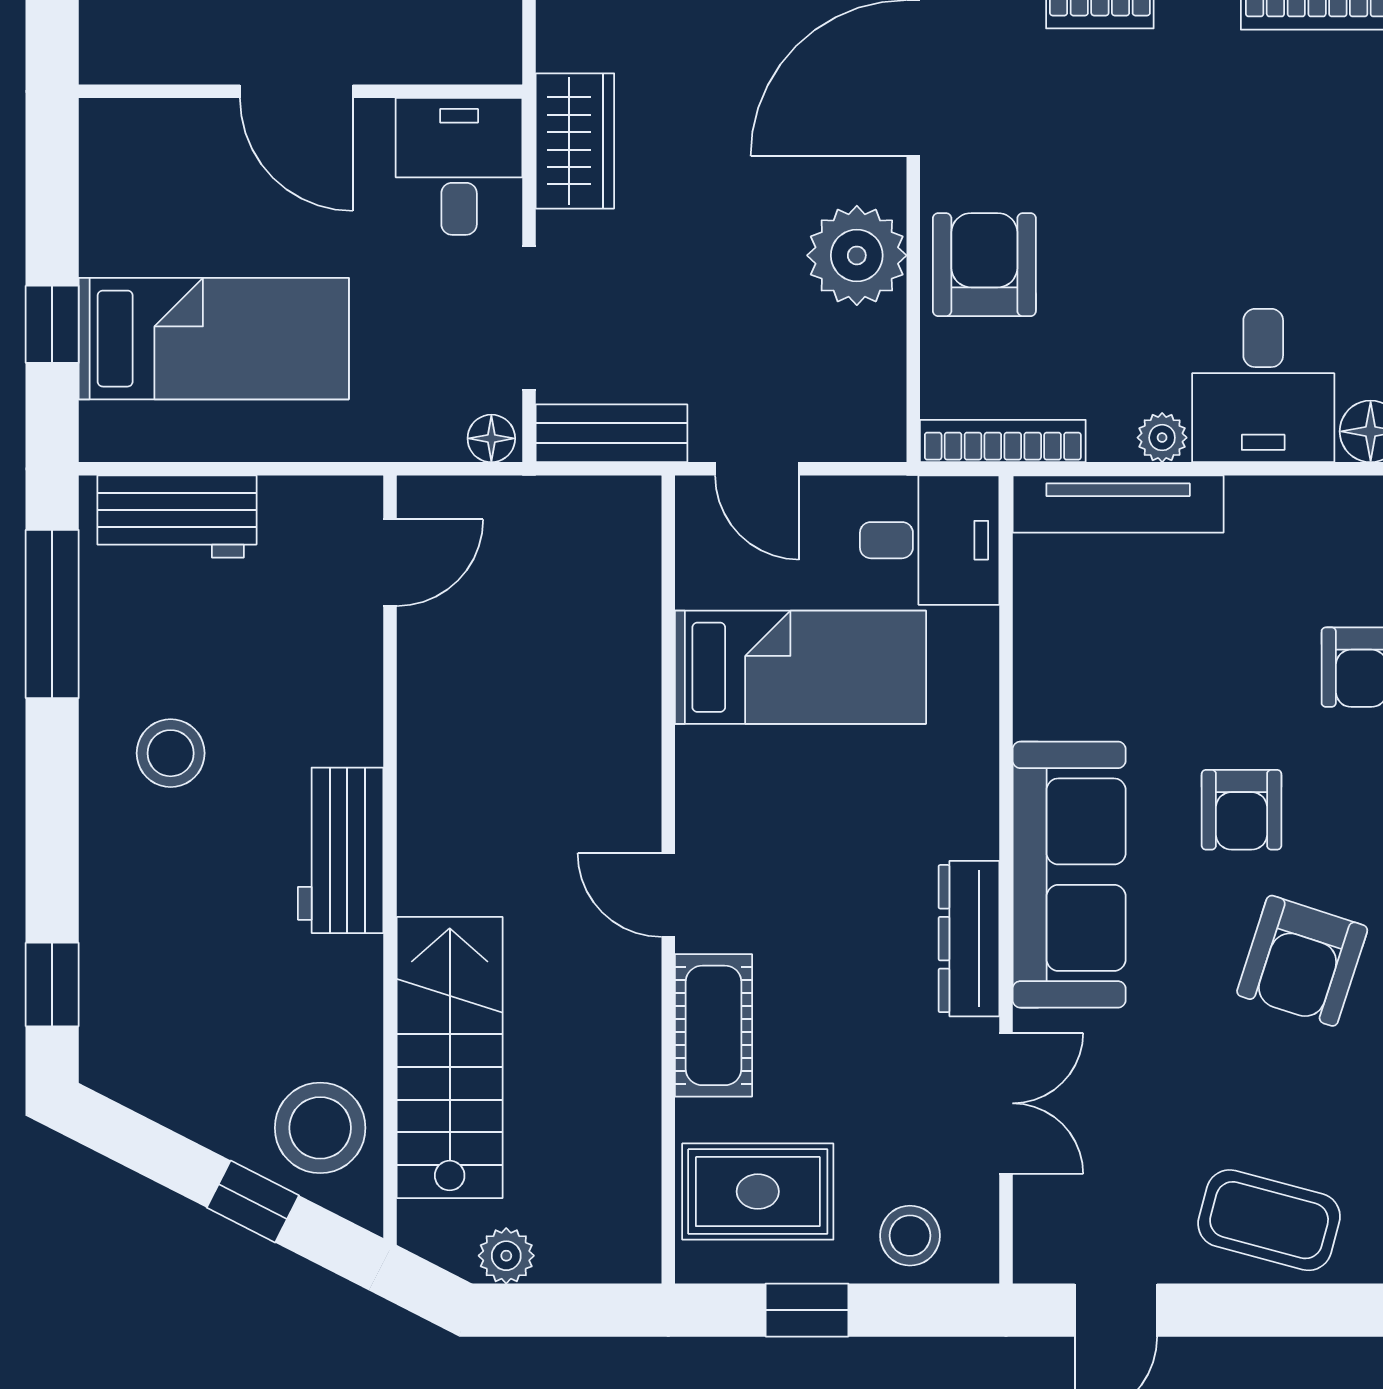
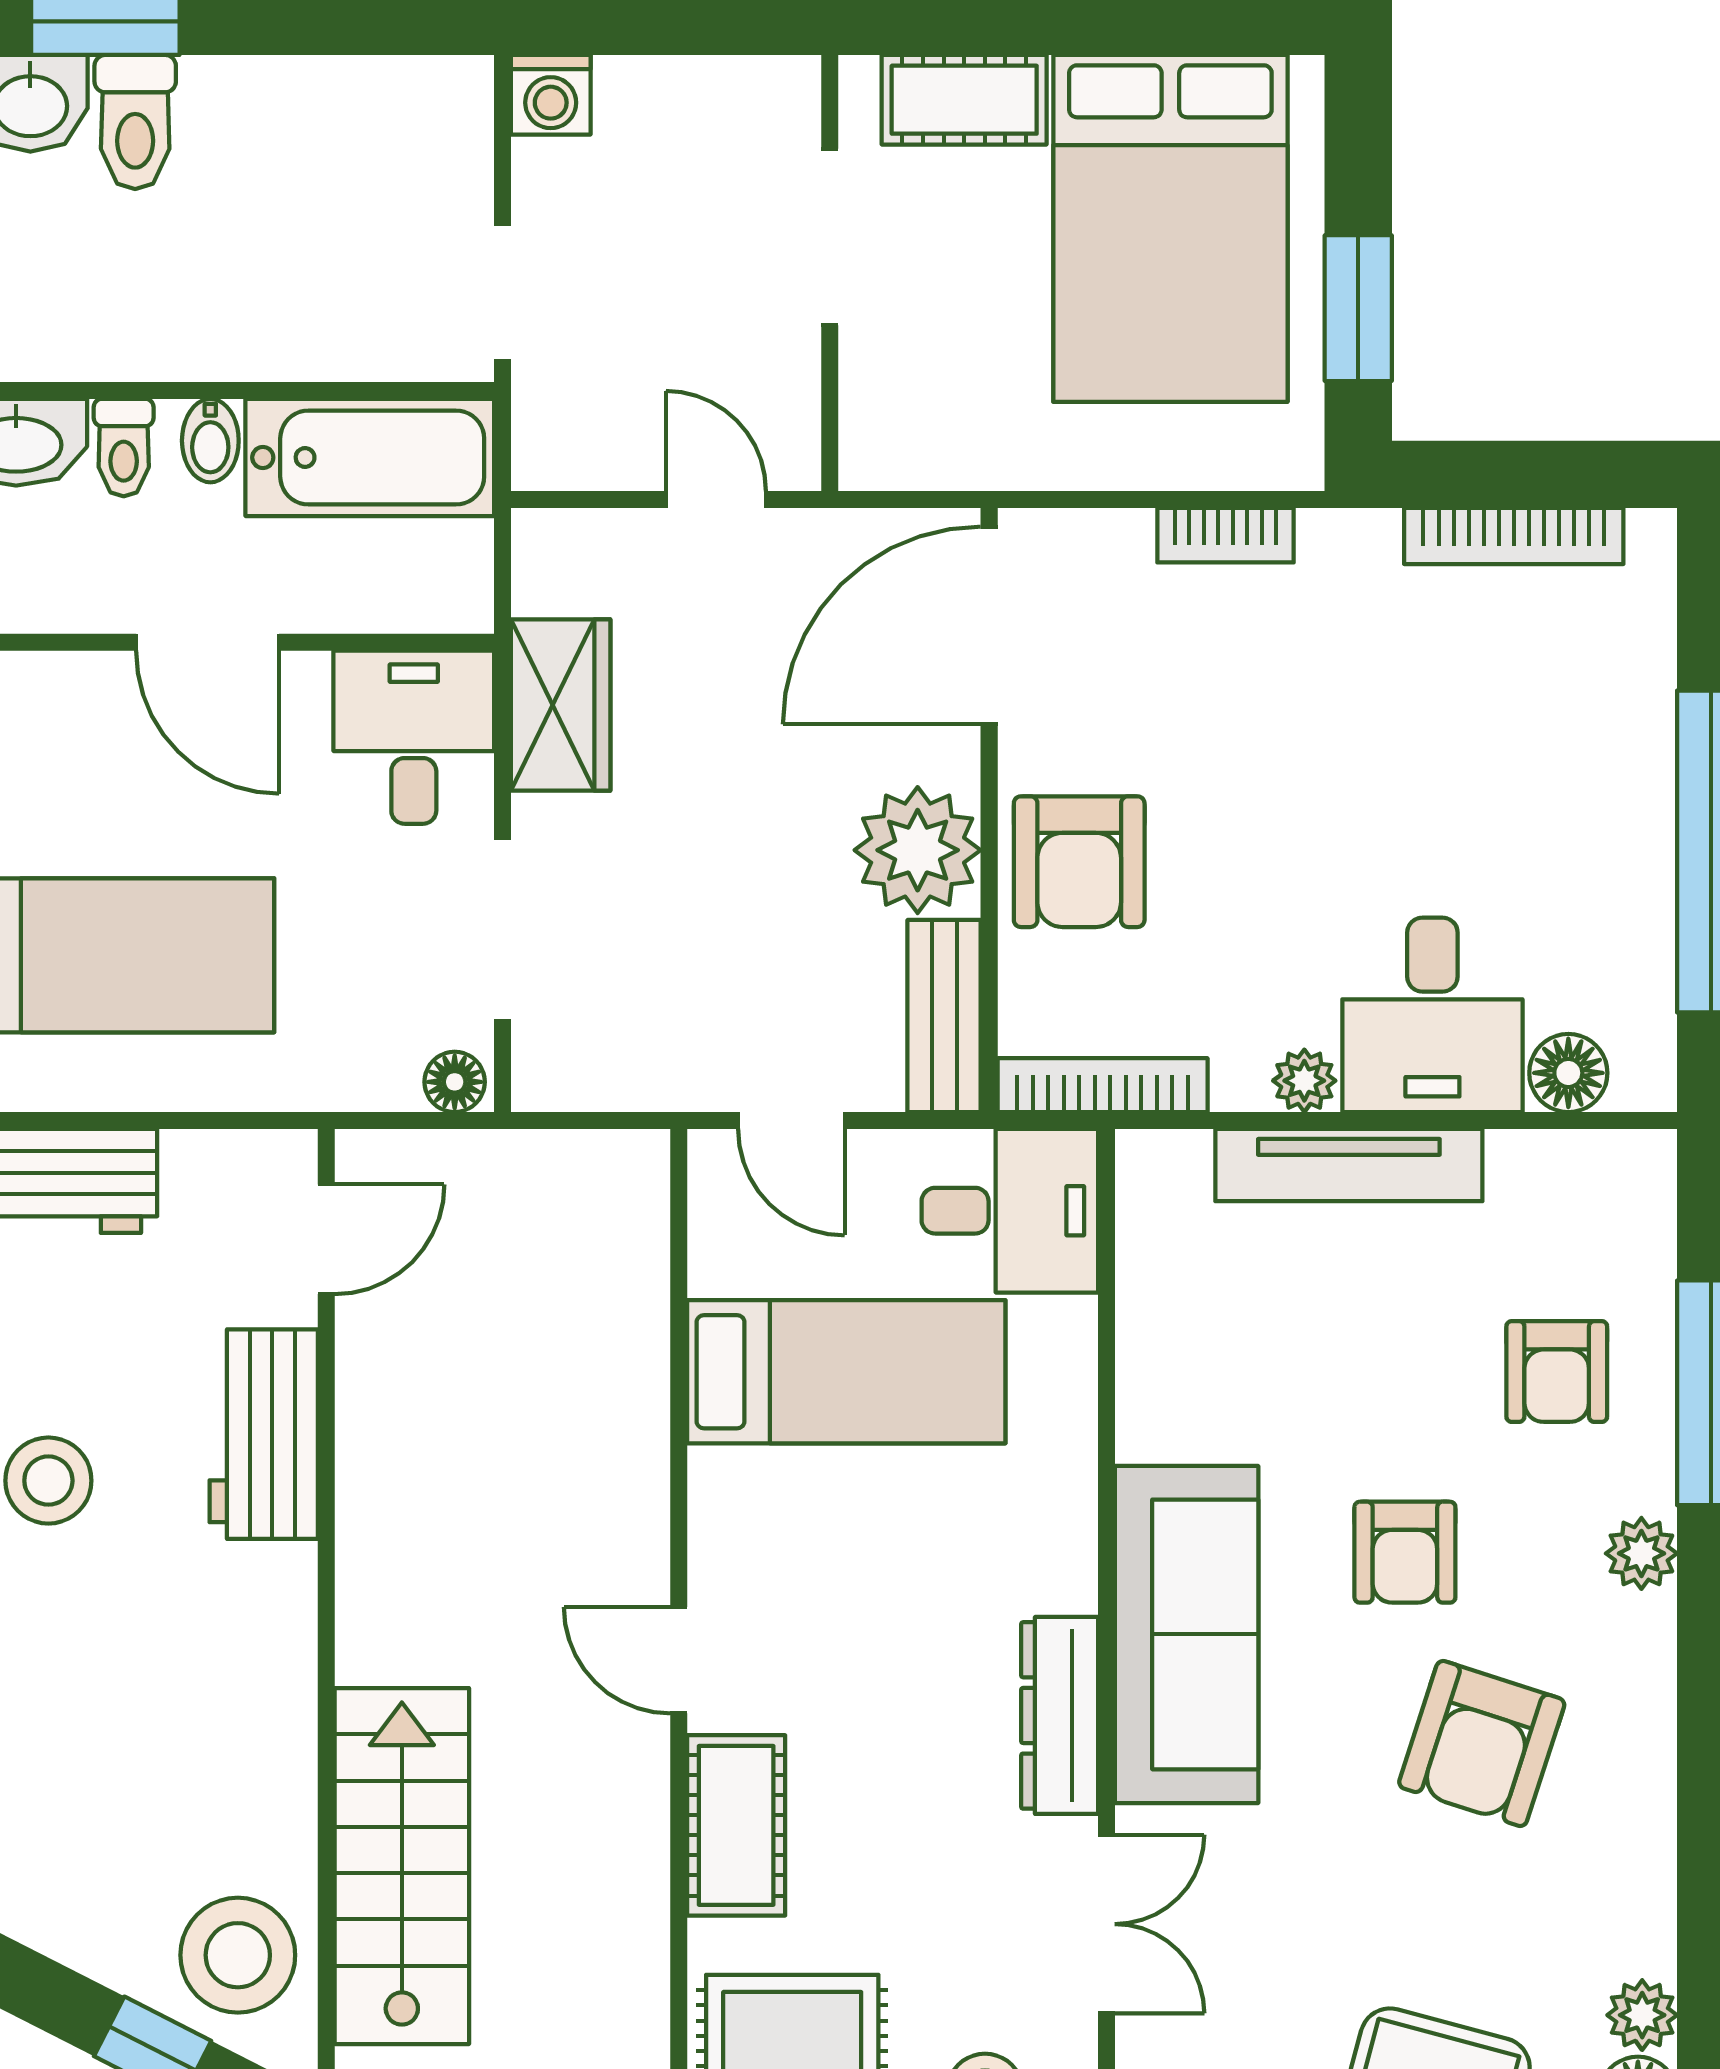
armchair: (984, 265) -> (1079, 862), turned 180
bench: (612, 433) -> (944, 1016), moved, turned 90
tv unit: (1118, 504) -> (1349, 1165), moved
workbench: (341, 850) -> (264, 1434), moved

